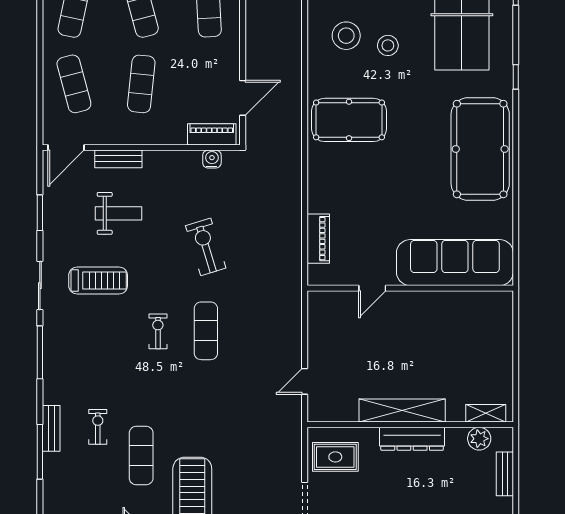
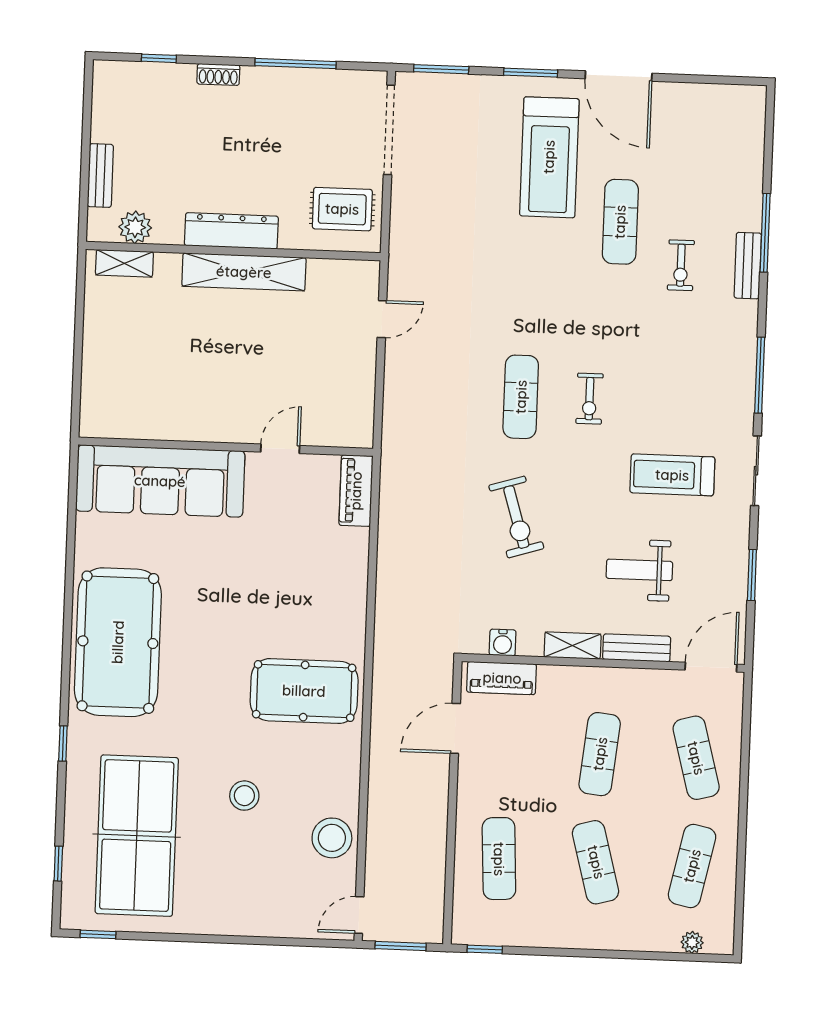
stool: (346, 36) -> (332, 838), moved
shelving: (163, 159) -> (573, 646), added
piano: (318, 239) -> (356, 491), moved

